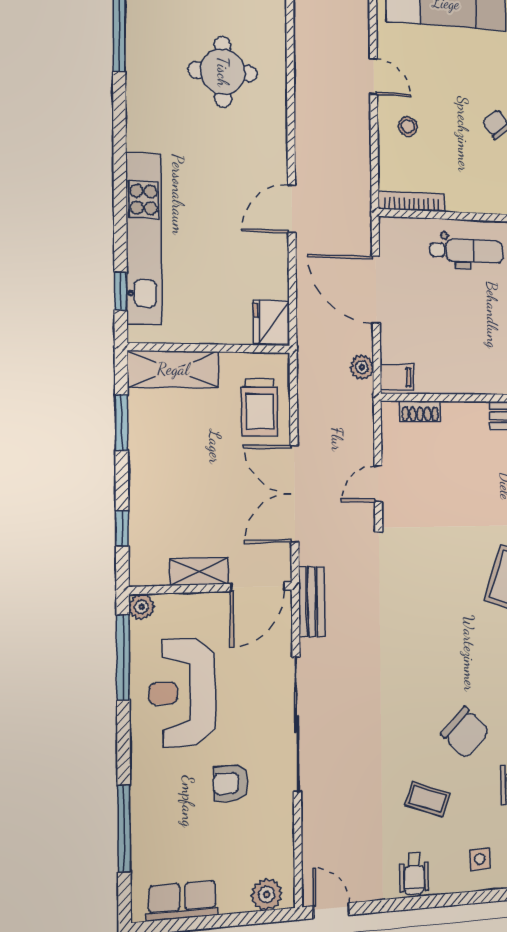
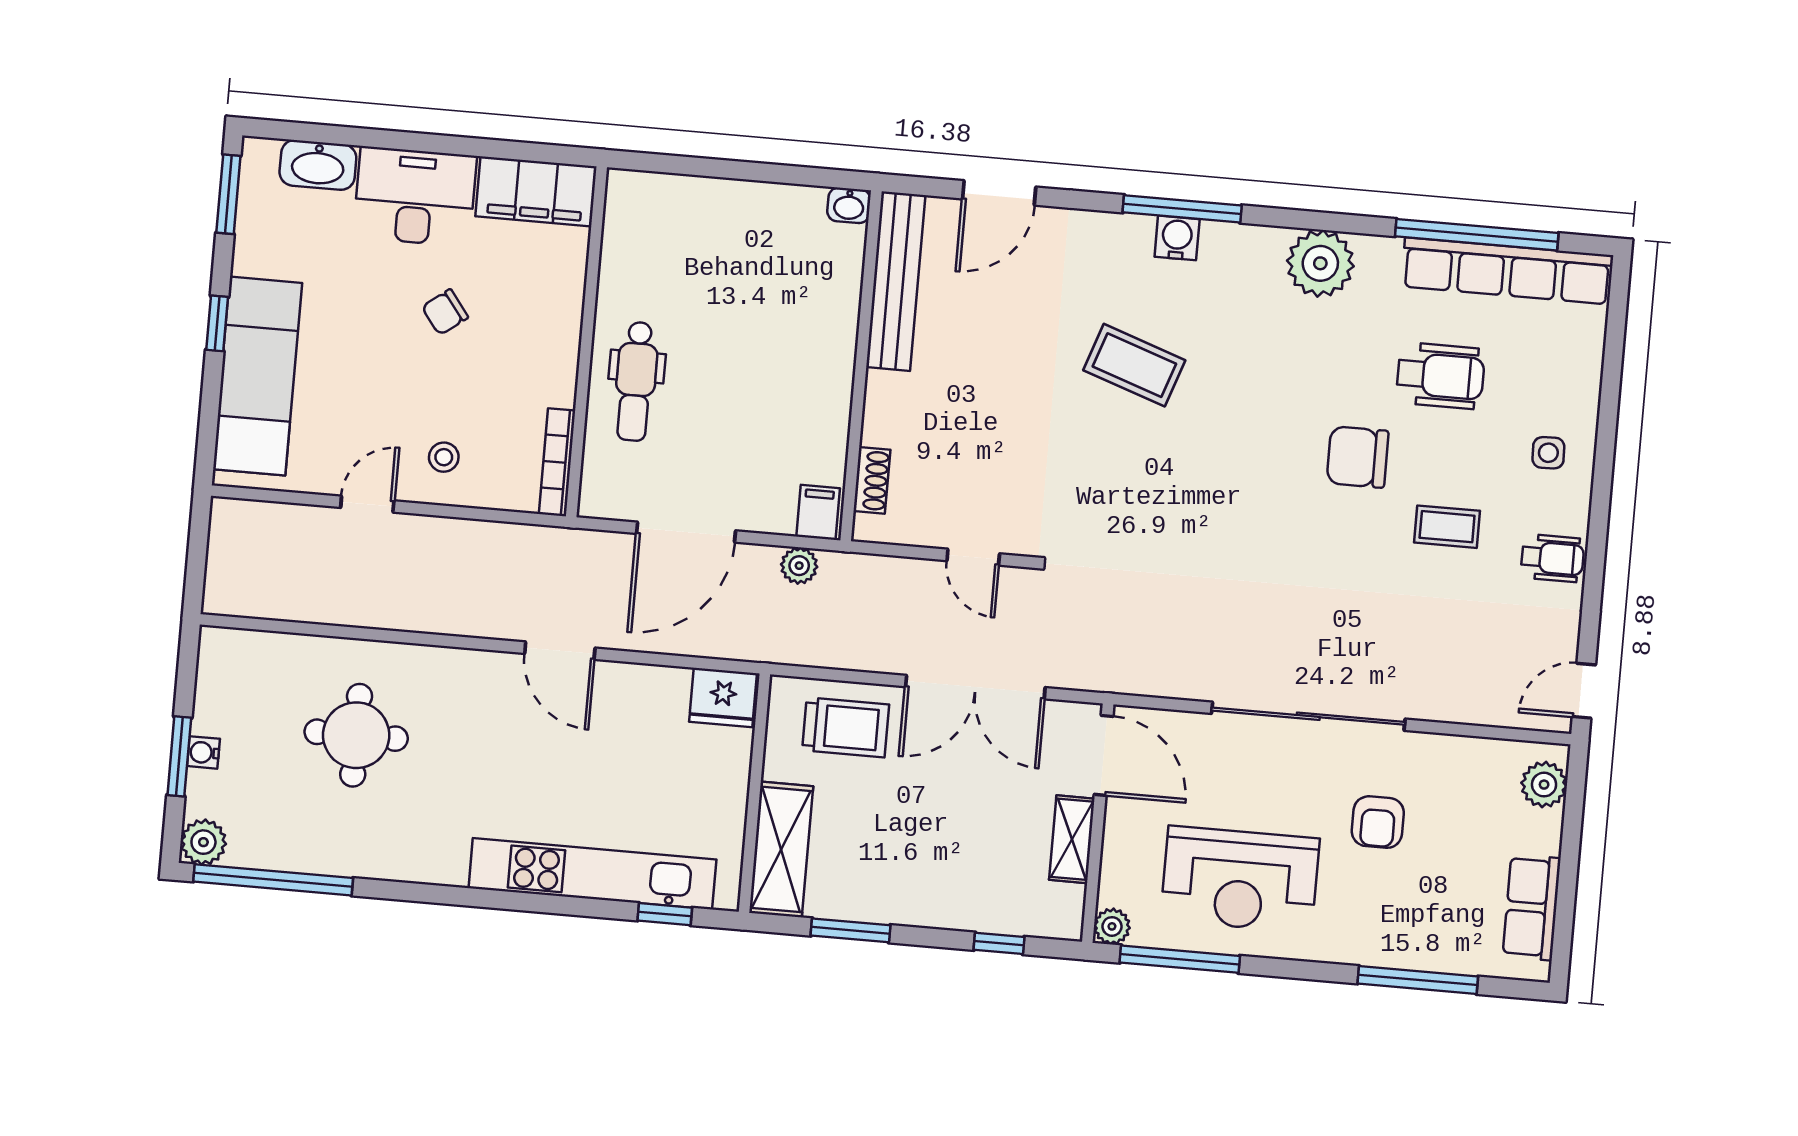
dental chair: (466, 251) -> (636, 381), turned 180
bench: (312, 602) -> (1134, 676), removed
chair: (465, 733) -> (1358, 457), turned -135
coffee table: (427, 799) -> (1447, 527), turned 70

